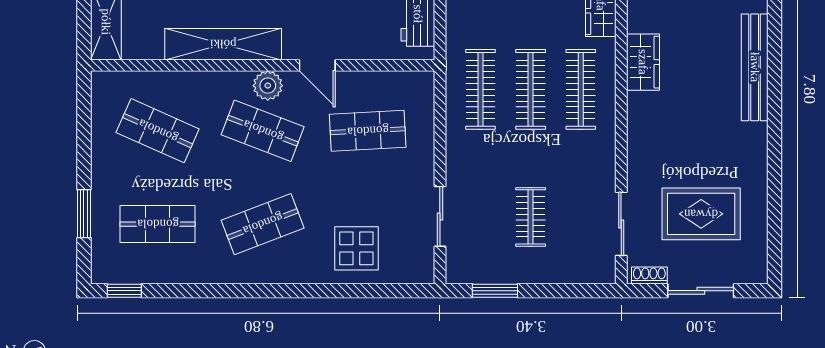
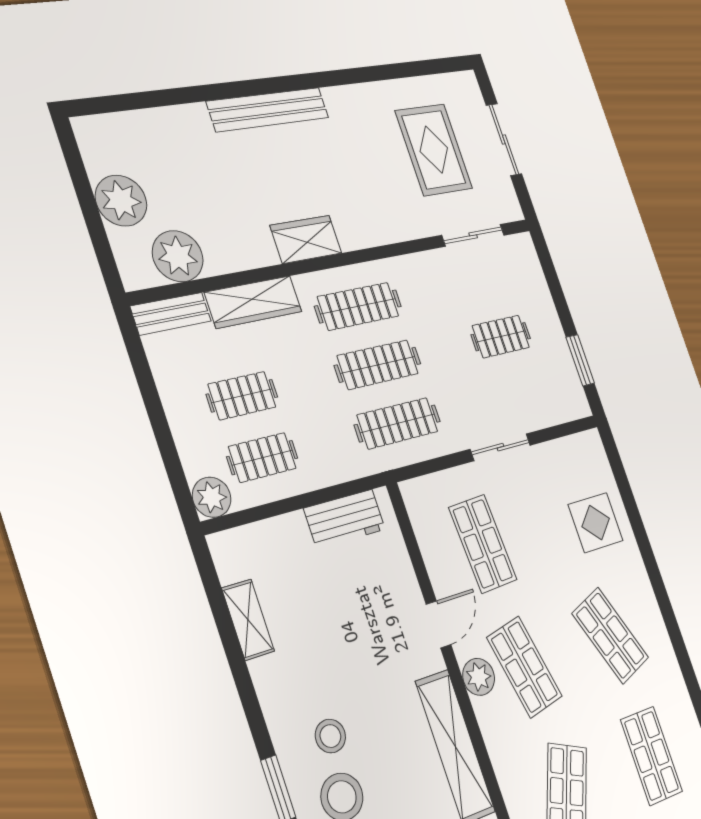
shop shelf: (263, 131) -> (525, 667), turned -33
sliding door: (440, 216) -> (500, 447), moved
shoe rack: (649, 275) -> (509, 197), removed

